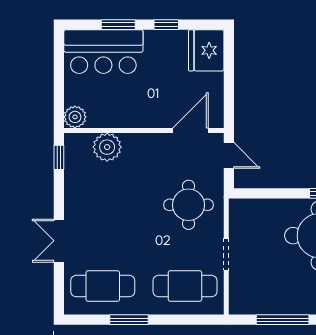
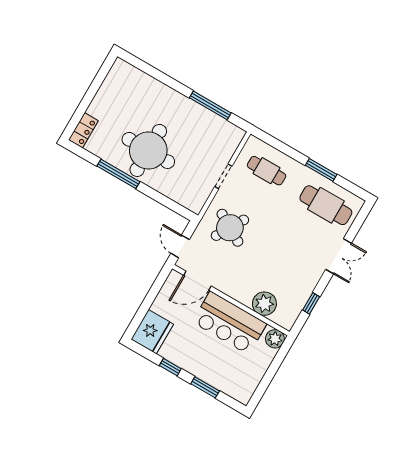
bar counter: (103, 52) -> (229, 323), moved, turned 180
window: (59, 157) -> (311, 303), moved
round table: (189, 205) -> (230, 228), turned 30
cafe table: (185, 286) -> (267, 171), width x0.73, depth x0.74

